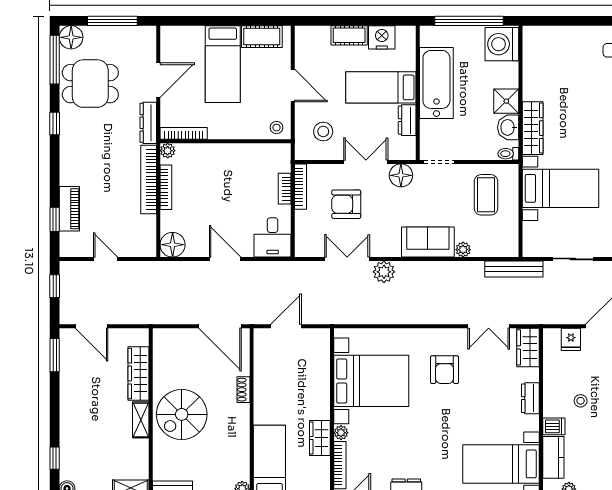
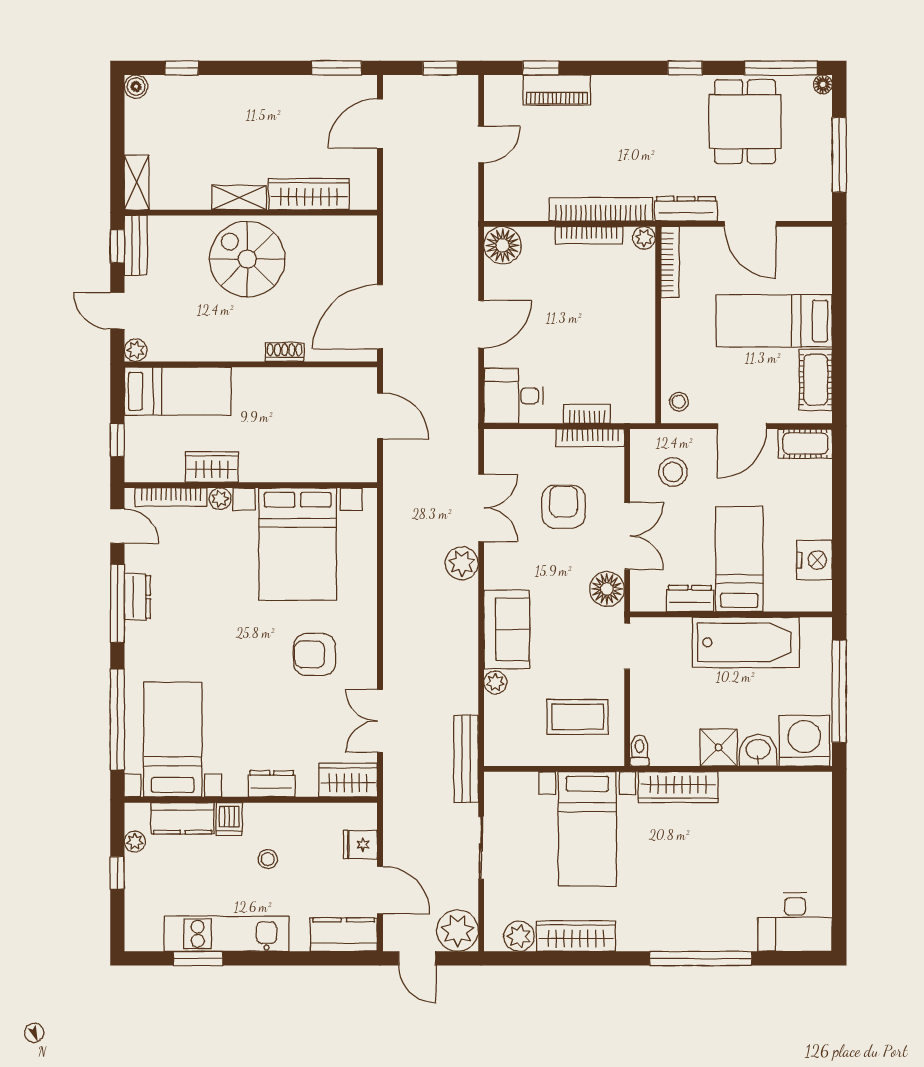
cot: (349, 35) -> (805, 444), moved, turned 90
floor lamp: (71, 37) -> (823, 84), width x0.53, depth x0.53
washbasin: (508, 127) -> (758, 750), moved

